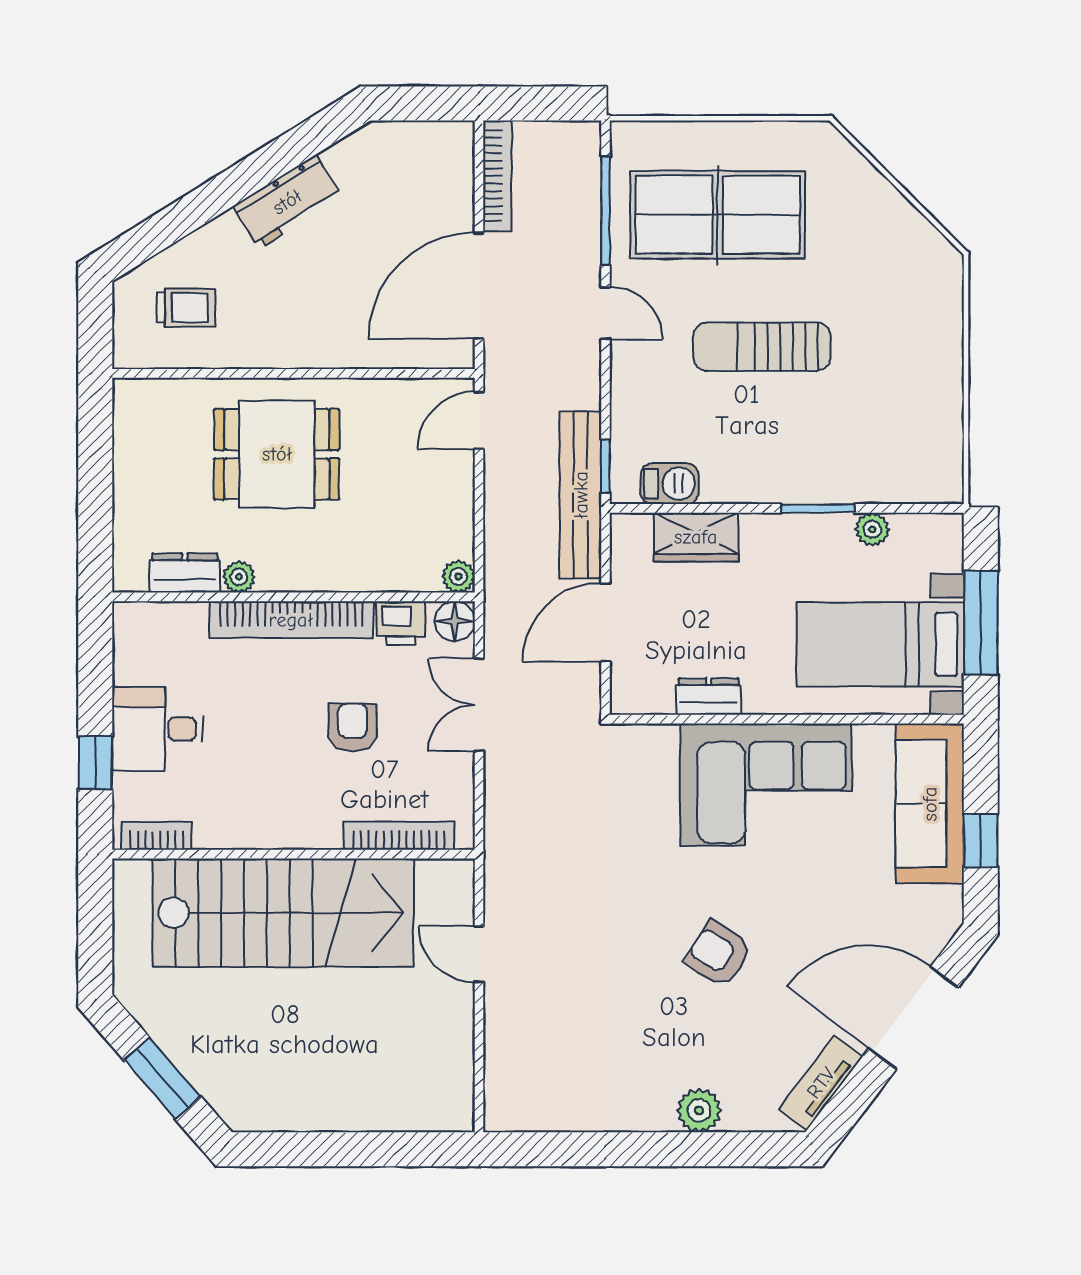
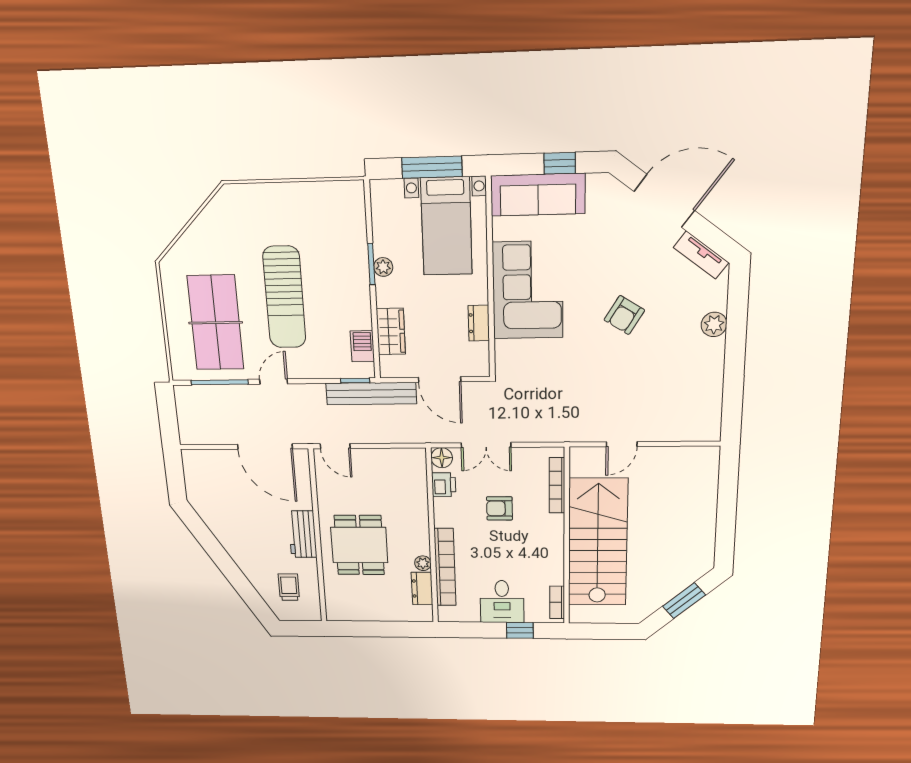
bookcase: (497, 176) -> (207, 438), removed
workbench: (287, 202) -> (302, 534), moved, turned -148
sun lounger: (762, 347) -> (284, 297), width x1.36, depth x1.34
plant: (872, 529) -> (383, 267), moved
plant: (458, 576) -> (418, 456), removed
bookcase: (291, 620) -> (445, 567), moved
door: (914, 1018) -> (664, 201), swing flipped

